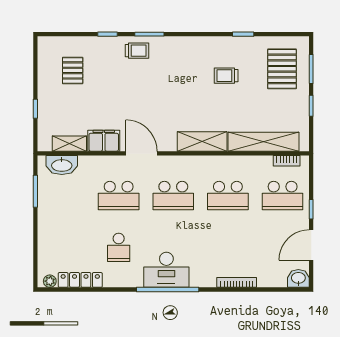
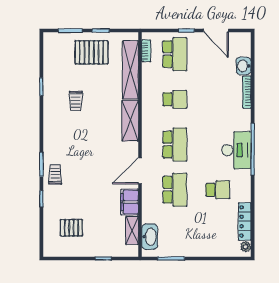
pallet: (282, 69) -> (91, 52), moved
school desk: (228, 195) -> (175, 99), width x0.54
washbasin: (298, 278) -> (243, 66), moved

